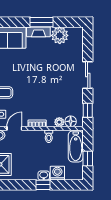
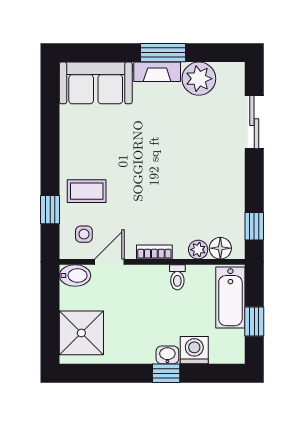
sliding door: (88, 75) -> (254, 122), moved

